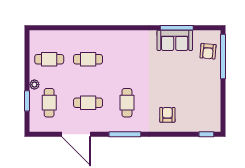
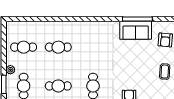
coffee table: (207, 87) -> (165, 72), added

